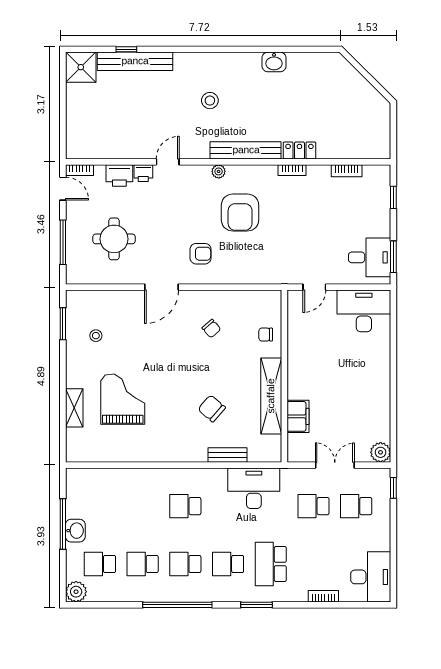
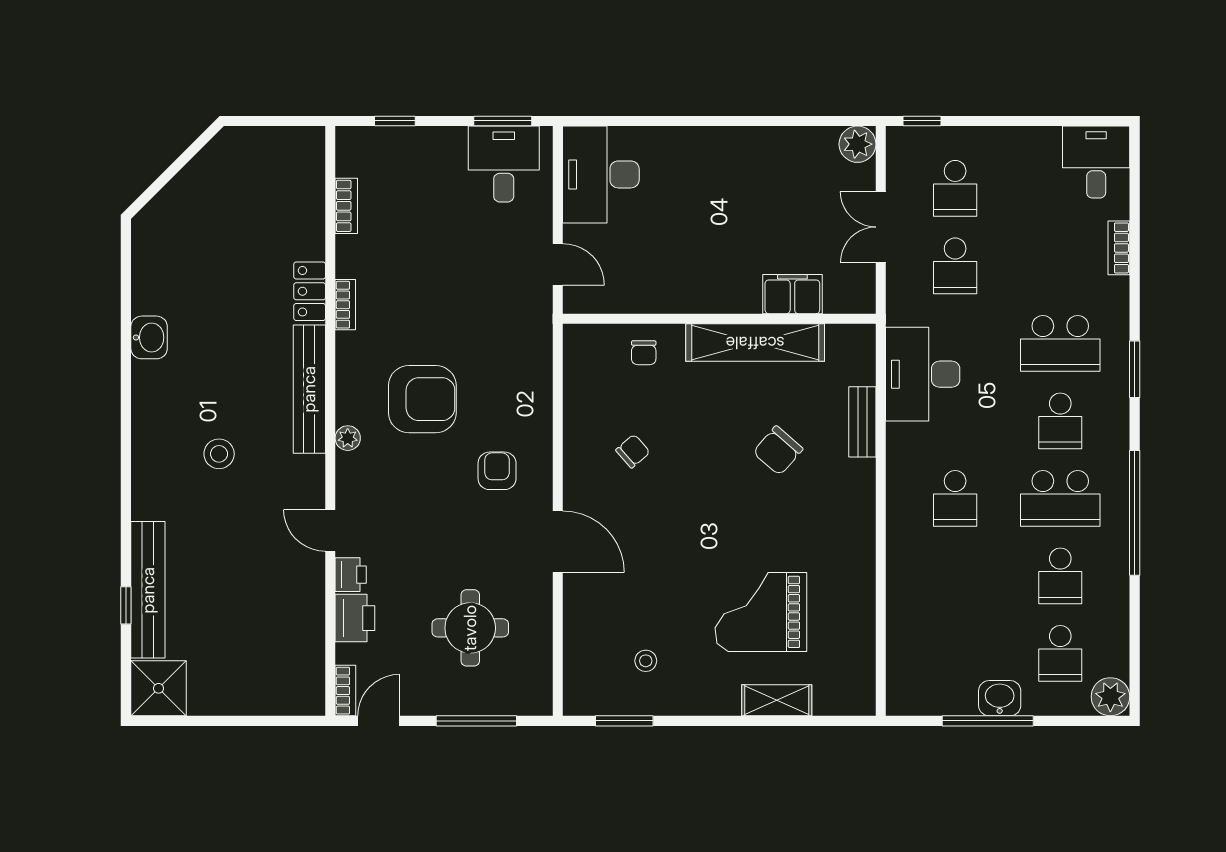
school desk: (185, 564) -> (1060, 498), width x1.85
desk: (371, 577) -> (1096, 162), width x0.73

